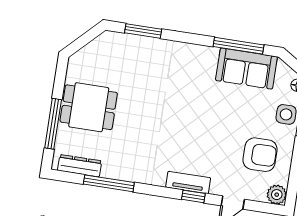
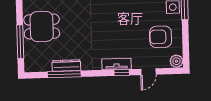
armchair: (260, 155) -> (161, 37), turned 180
dresser: (80, 166) -> (66, 65), moved

